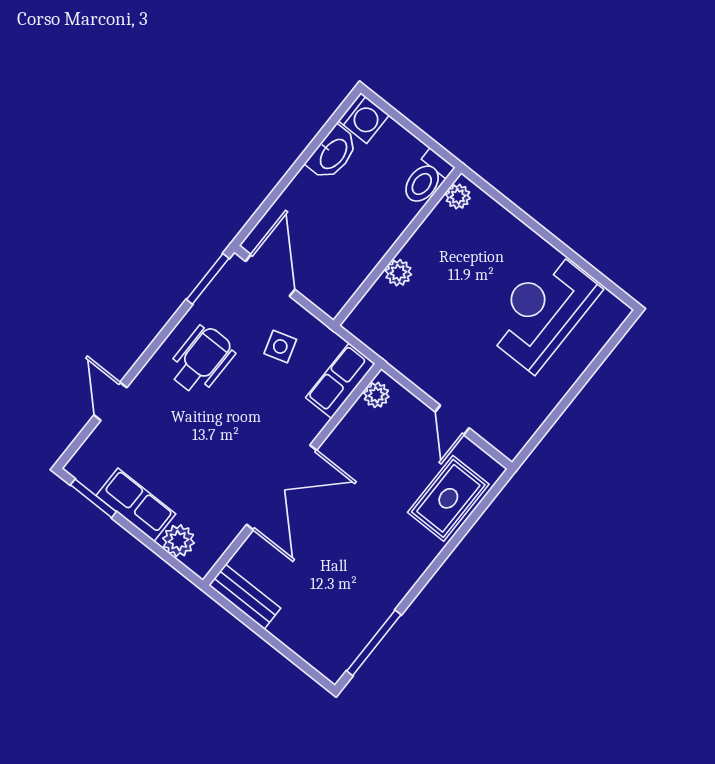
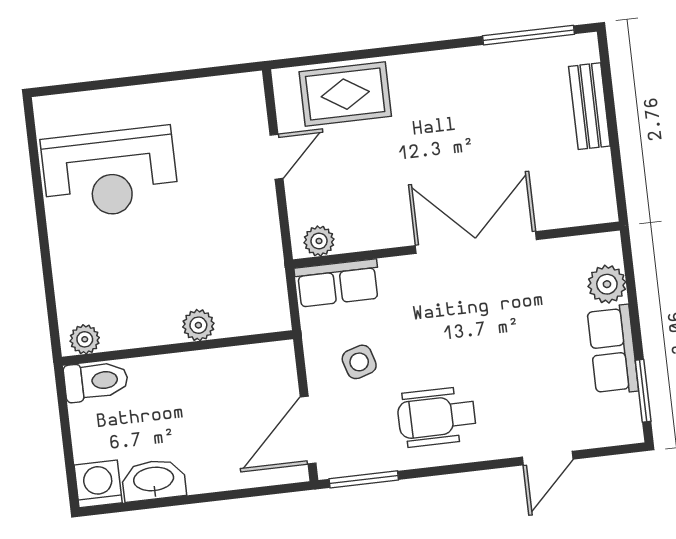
bench: (245, 597) -> (589, 106), moved

